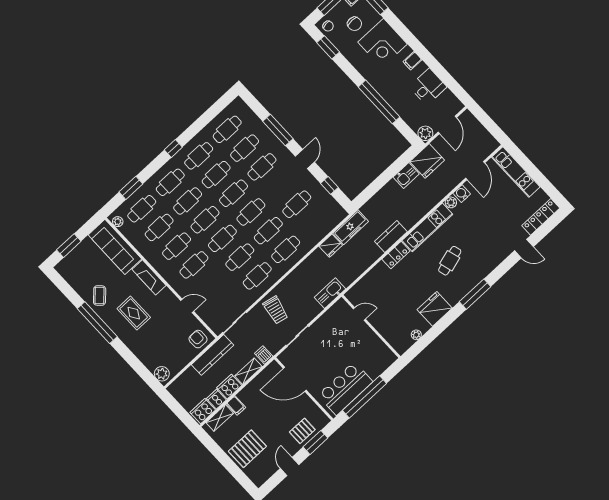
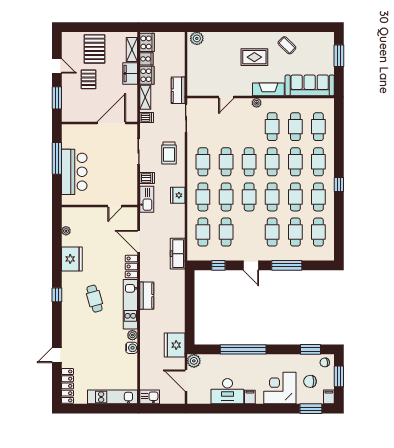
desk: (428, 87) -> (227, 391), width x1.37
door: (475, 171) -> (139, 241), moved
kitchen sink: (406, 176) -> (150, 397), moved, turned 90
window: (131, 188) -> (339, 132), removed
plant: (118, 222) -> (257, 103), moved
kitchen counter: (391, 237) -> (147, 296), moved
fridge: (331, 246) -> (178, 195), moved
cafe table: (194, 265) -> (203, 232), moved
window: (475, 294) -> (57, 295), width x0.46
dishwasher: (312, 309) -> (147, 178), added
trolley: (276, 310) -> (169, 153), turned -102
window: (97, 323) -> (270, 27), removed
armchair: (198, 339) -> (198, 84), removed
kitchen counter: (213, 355) -> (178, 90), width x0.67
bar counter: (345, 388) -> (74, 172), moved
window: (364, 397) -> (57, 158), width x0.68
filing cabinet: (236, 406) -> (130, 73), width x2.00
pallet: (302, 431) -> (89, 79), moved

